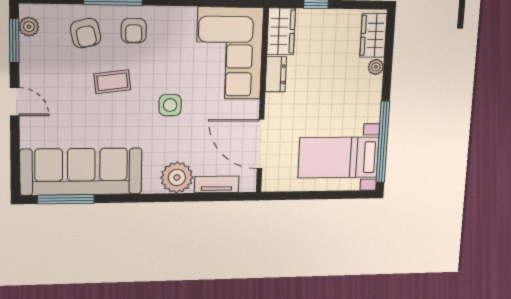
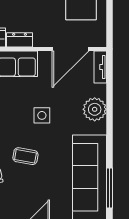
coffee table: (112, 82) -> (25, 156), turned -73
tv unit: (217, 184) -> (100, 67), moved

